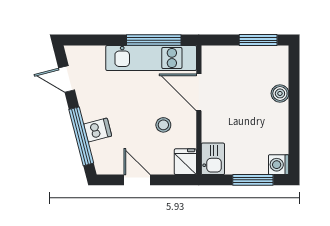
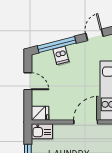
stool: (163, 125) -> (64, 99), removed
door: (137, 180) -> (28, 81), hinge flipped

